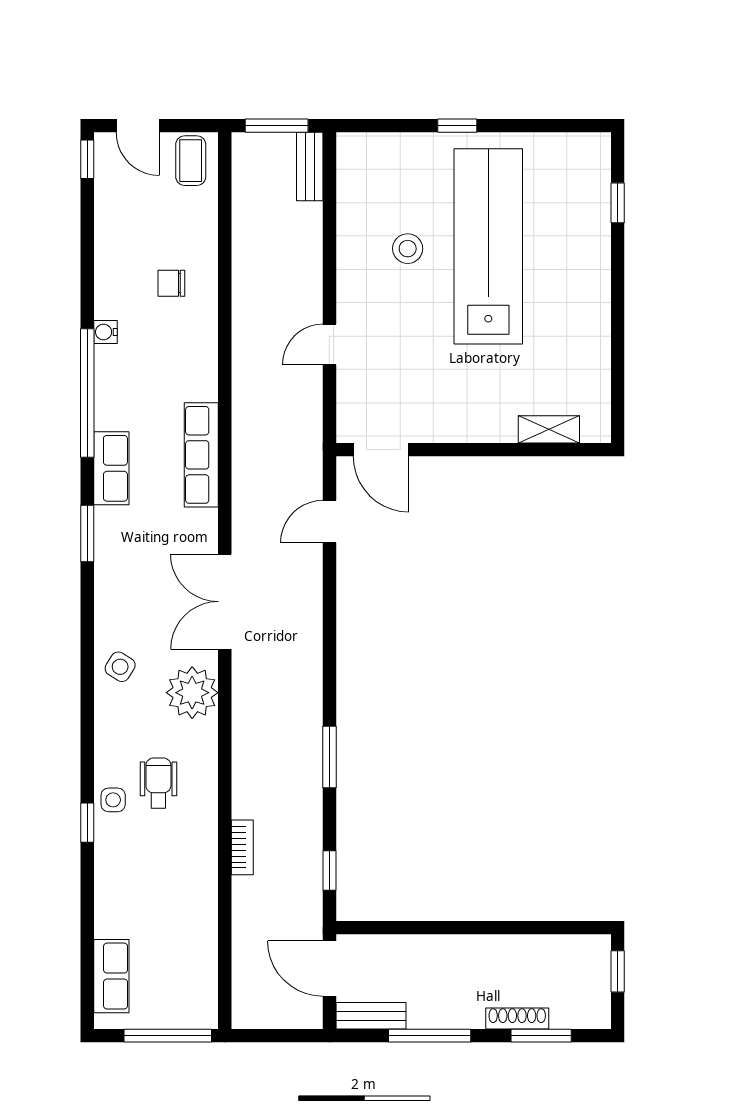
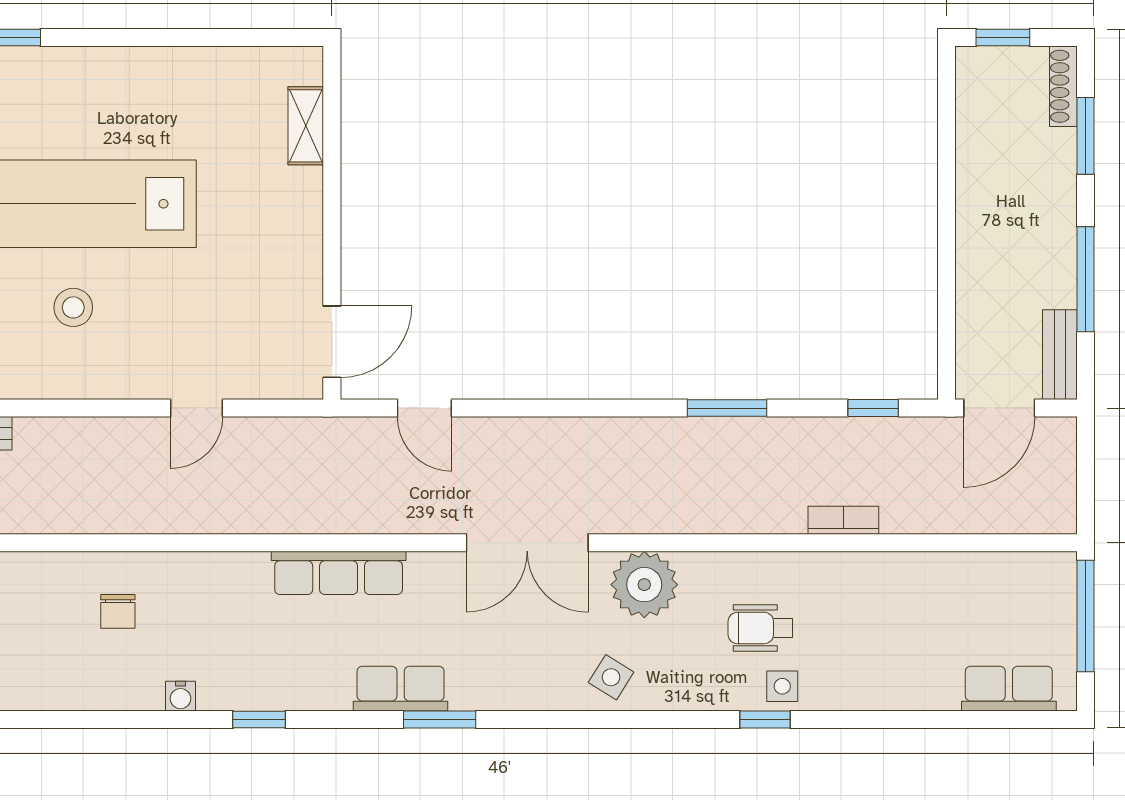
door: (329, 344) -> (197, 408), hinge flipped
window: (87, 393) -> (259, 720), width x0.32
row of seats: (111, 468) -> (401, 689), moved
window: (87, 823) -> (765, 720), moved
shoe rack: (517, 1018) -> (1063, 86), moved

